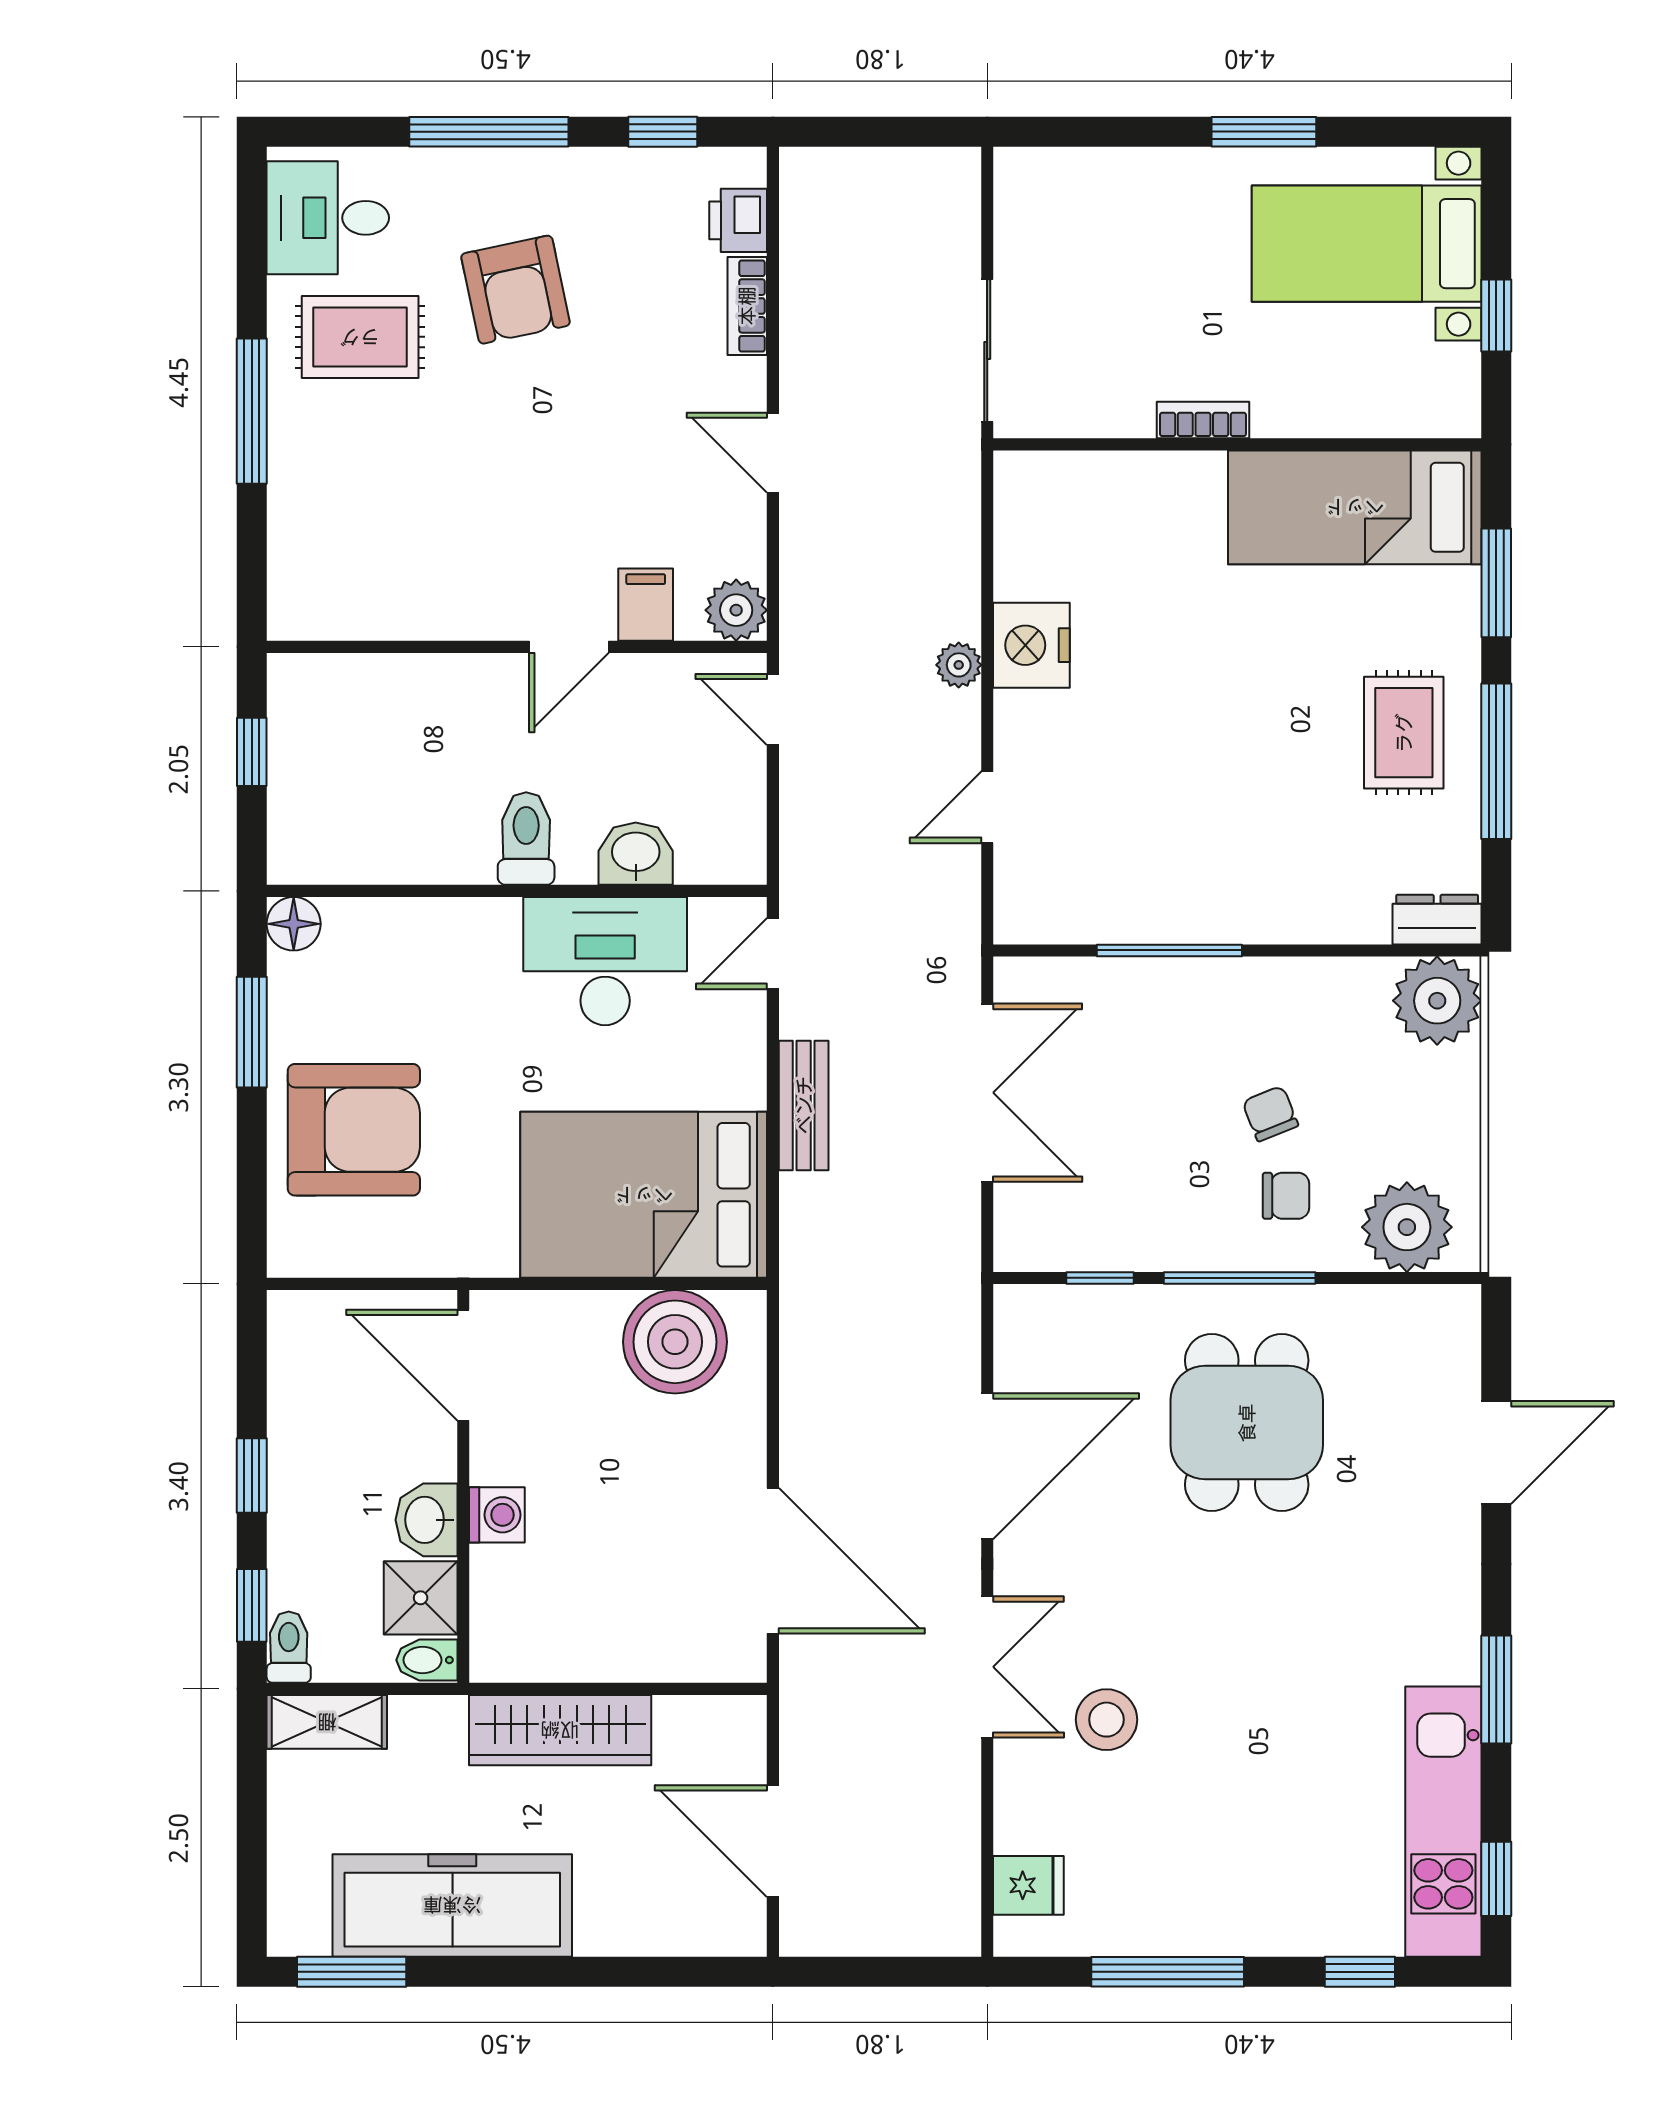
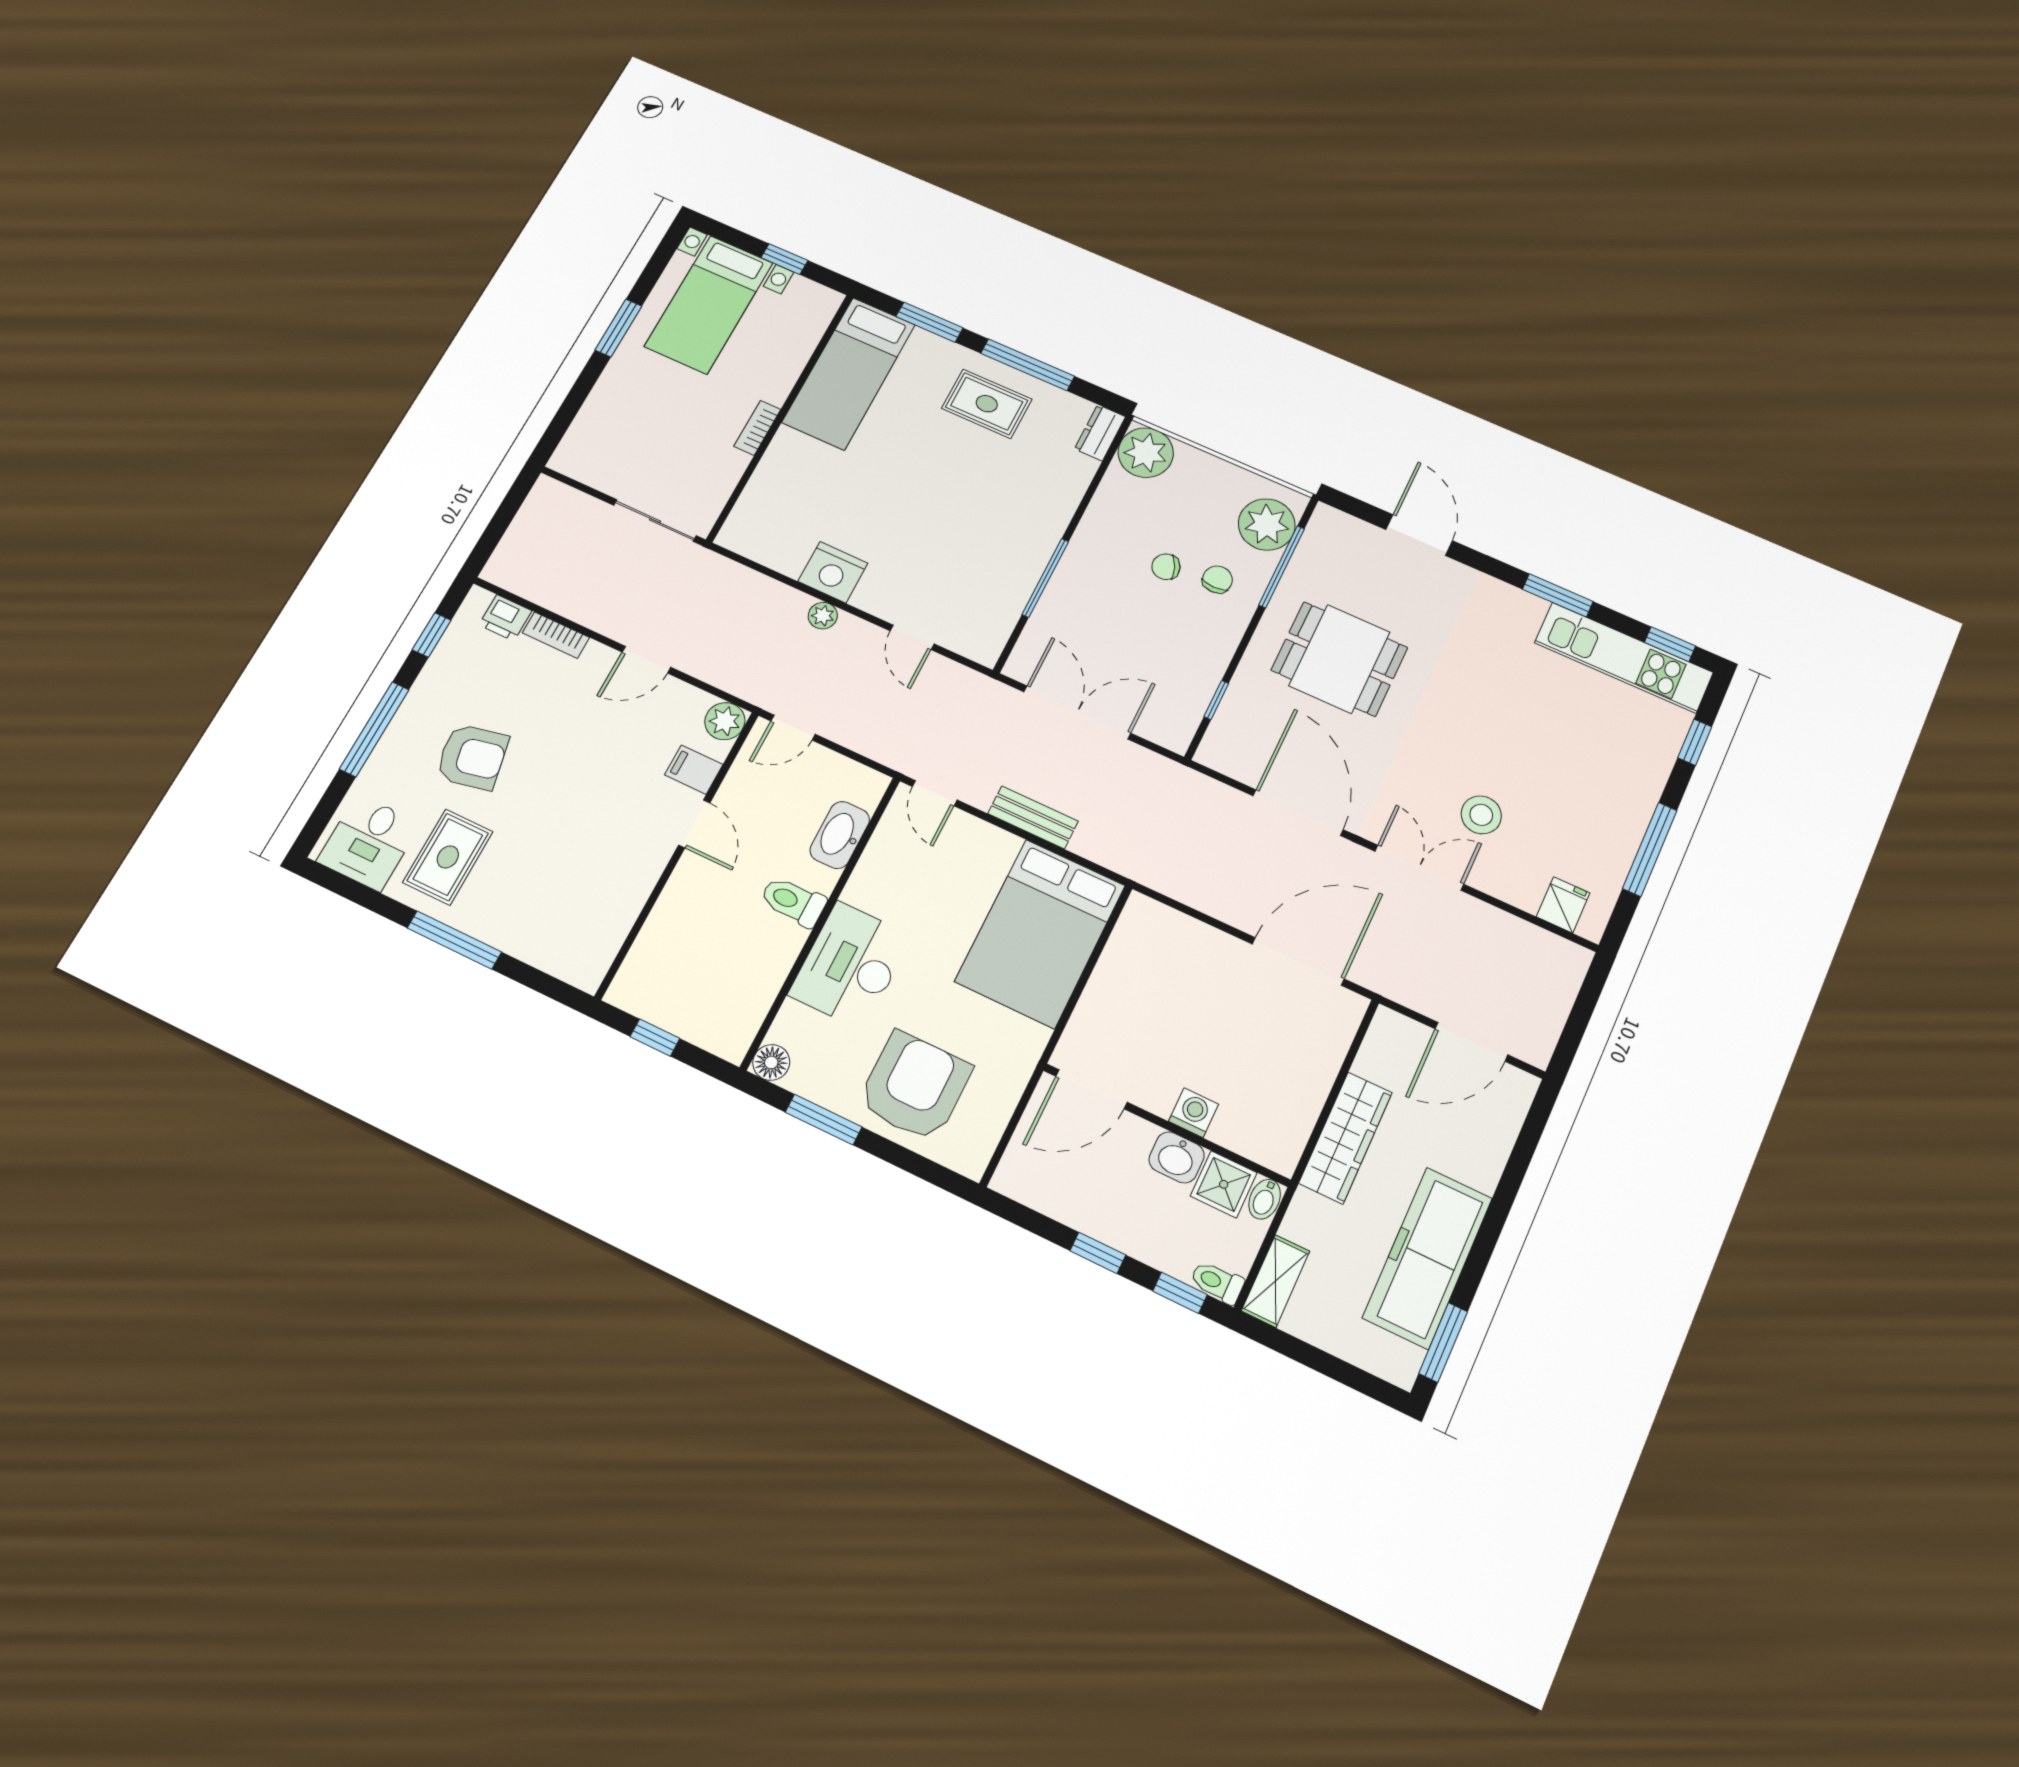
washbasin: (636, 854) -> (840, 835), width x1.38
desk: (605, 961) -> (850, 965), moved
window: (1240, 1278) -> (1282, 567), moved
boiler: (675, 1342) -> (1138, 957), removed

